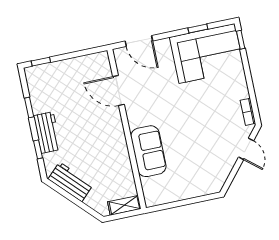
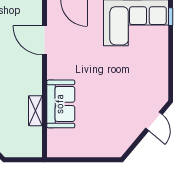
bookcase: (248, 112) -> (163, 86), removed
shelving: (124, 205) -> (35, 111), moved, turned 90

